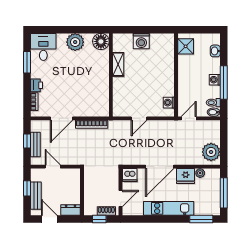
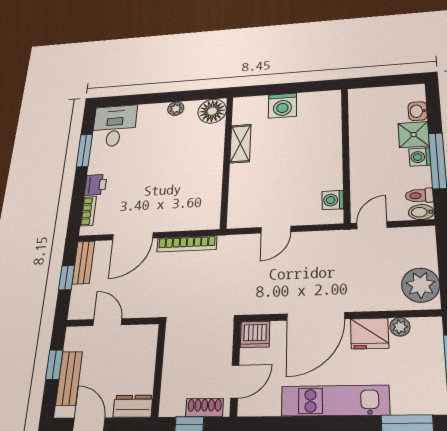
plant: (75, 42) -> (176, 109), width x0.53, depth x0.53
shower: (186, 46) -> (414, 135), moved
bench: (35, 145) -> (83, 262), moved

